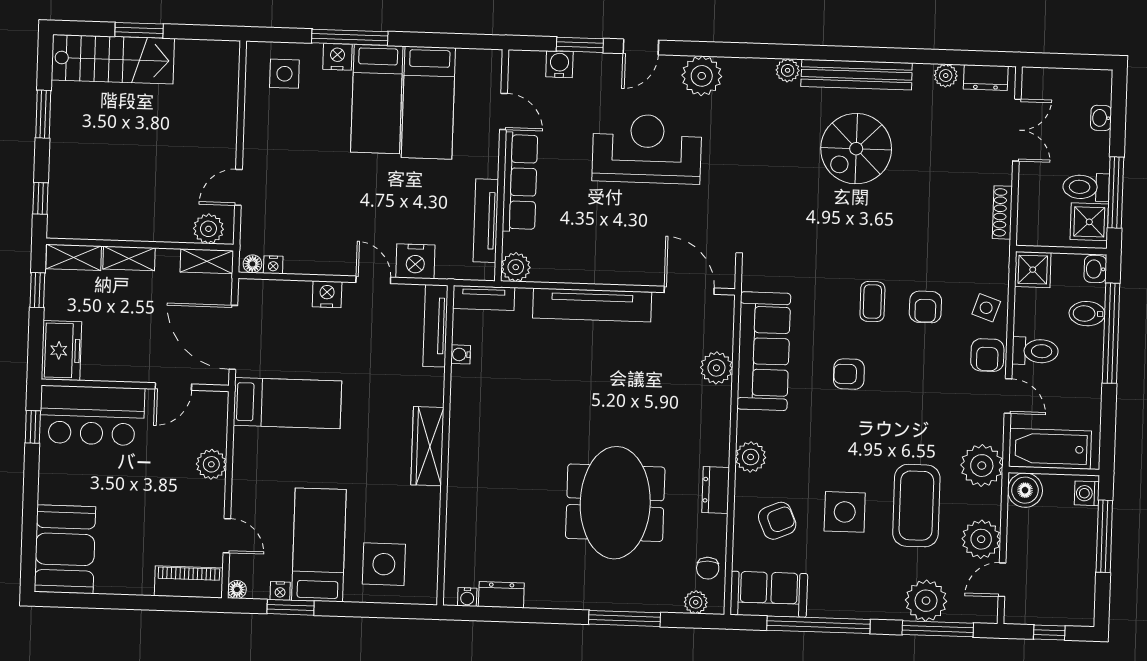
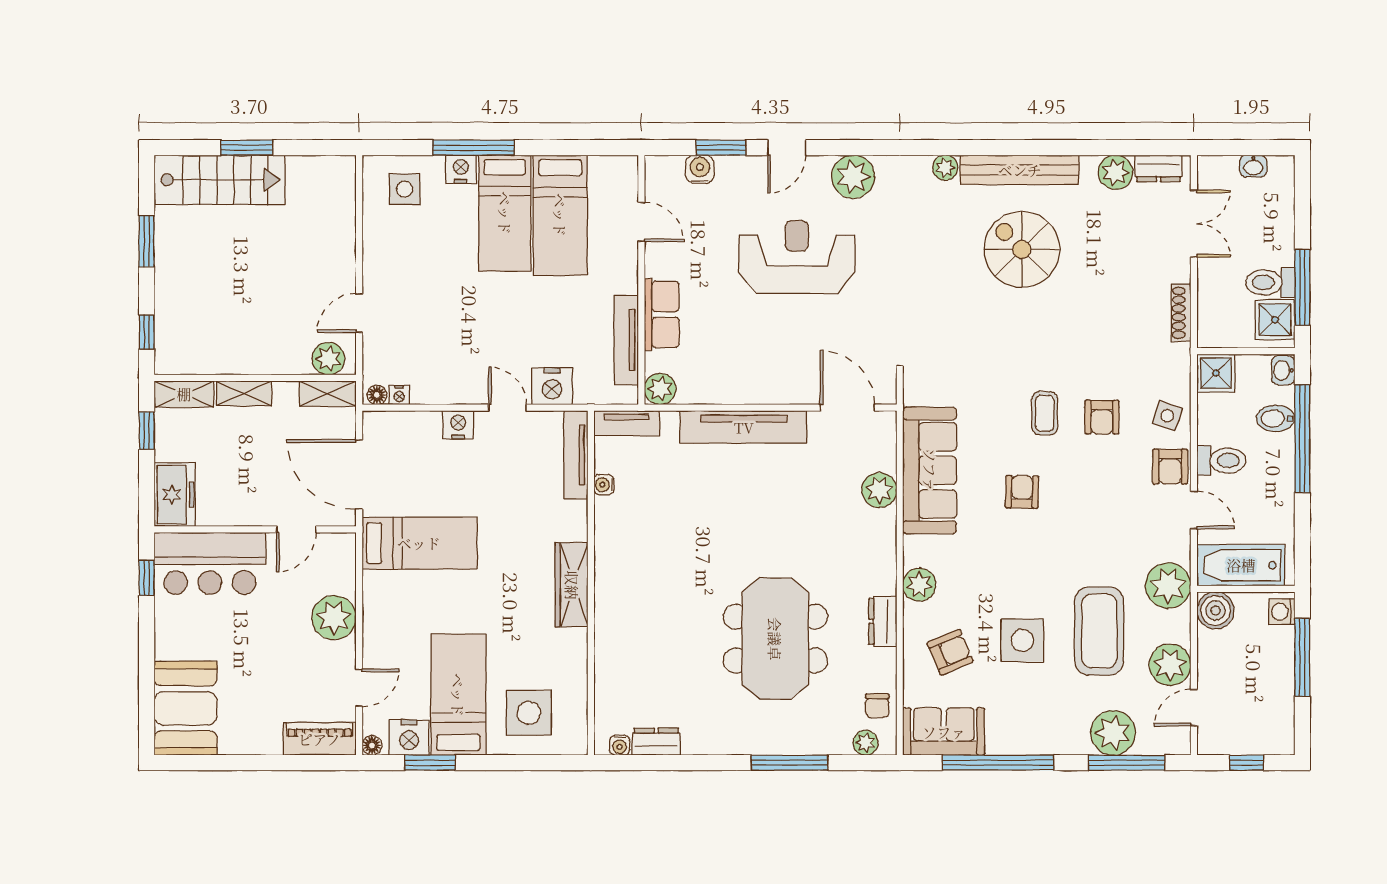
plant: (946, 76) -> (1115, 172), width x1.38, depth x1.38
washbasin: (1101, 118) -> (1253, 166), moved, turned -90
spiral stairs: (856, 149) -> (1022, 249), turned 90
row of seats: (520, 182) -> (662, 314), width x0.68
armchair: (849, 374) -> (1022, 492), turned 91
plant: (211, 464) -> (334, 618), width x1.36, depth x1.36
door: (227, 536) -> (359, 688), hinge flipped
nightstand: (280, 591) -> (409, 737), width x1.89, depth x1.79

